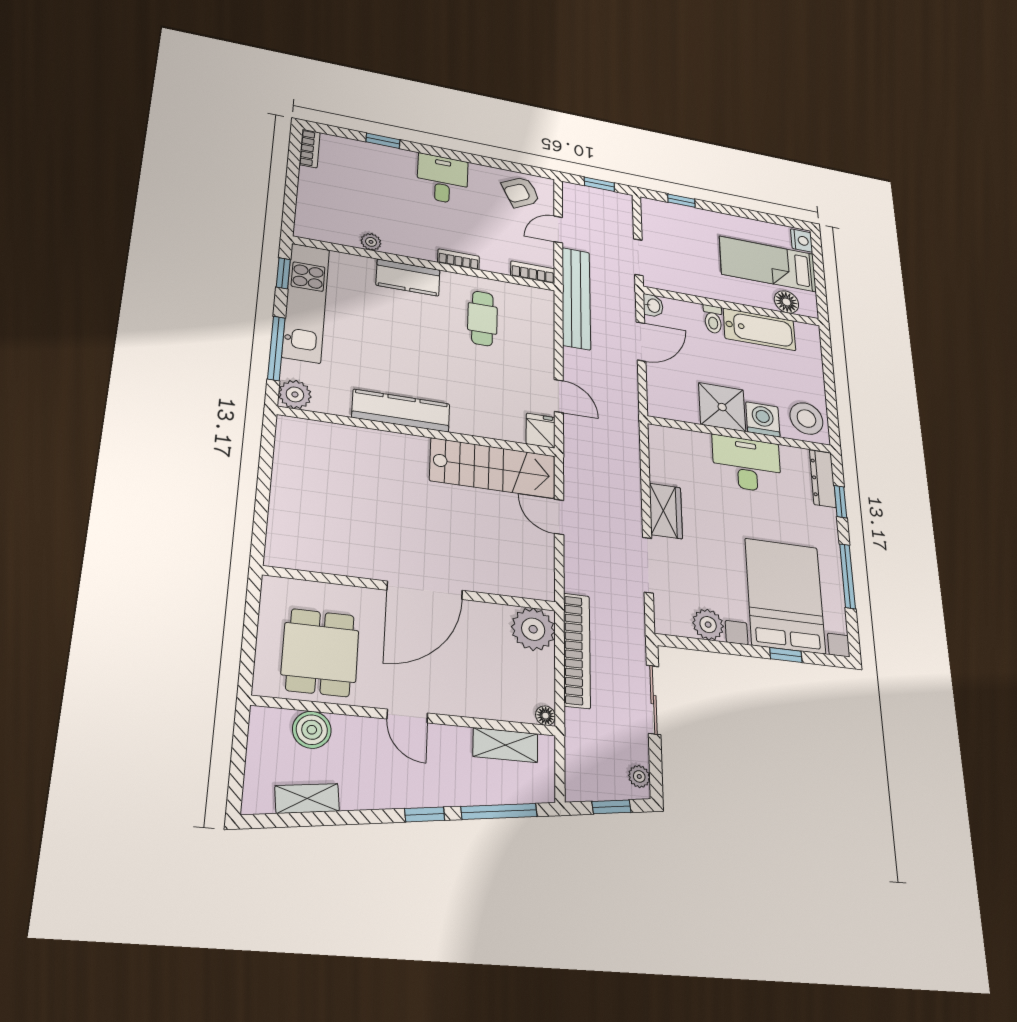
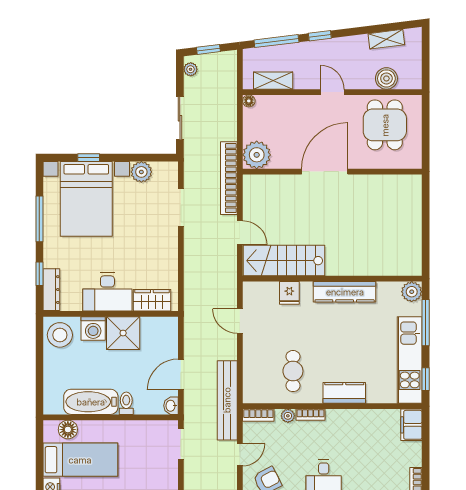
filing cabinet: (310, 219) -> (411, 425), added
plant: (371, 242) -> (288, 416), moved
fridge: (541, 431) -> (289, 293), moved
wardrobe: (666, 511) -> (152, 300), moved, turned 90
bookcase: (577, 650) -> (229, 178), moved

